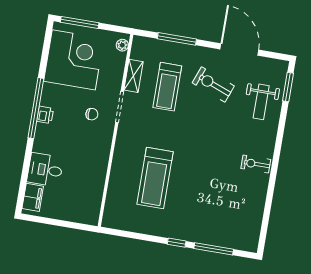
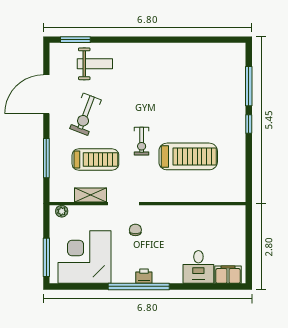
exercise bike: (256, 164) -> (142, 141), moved

